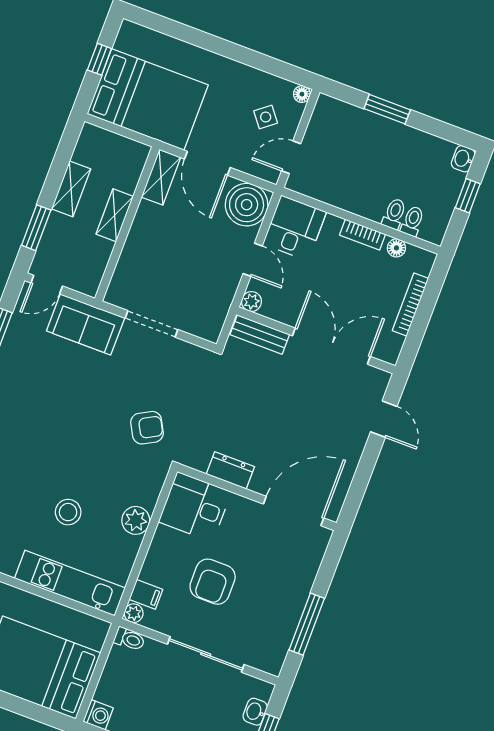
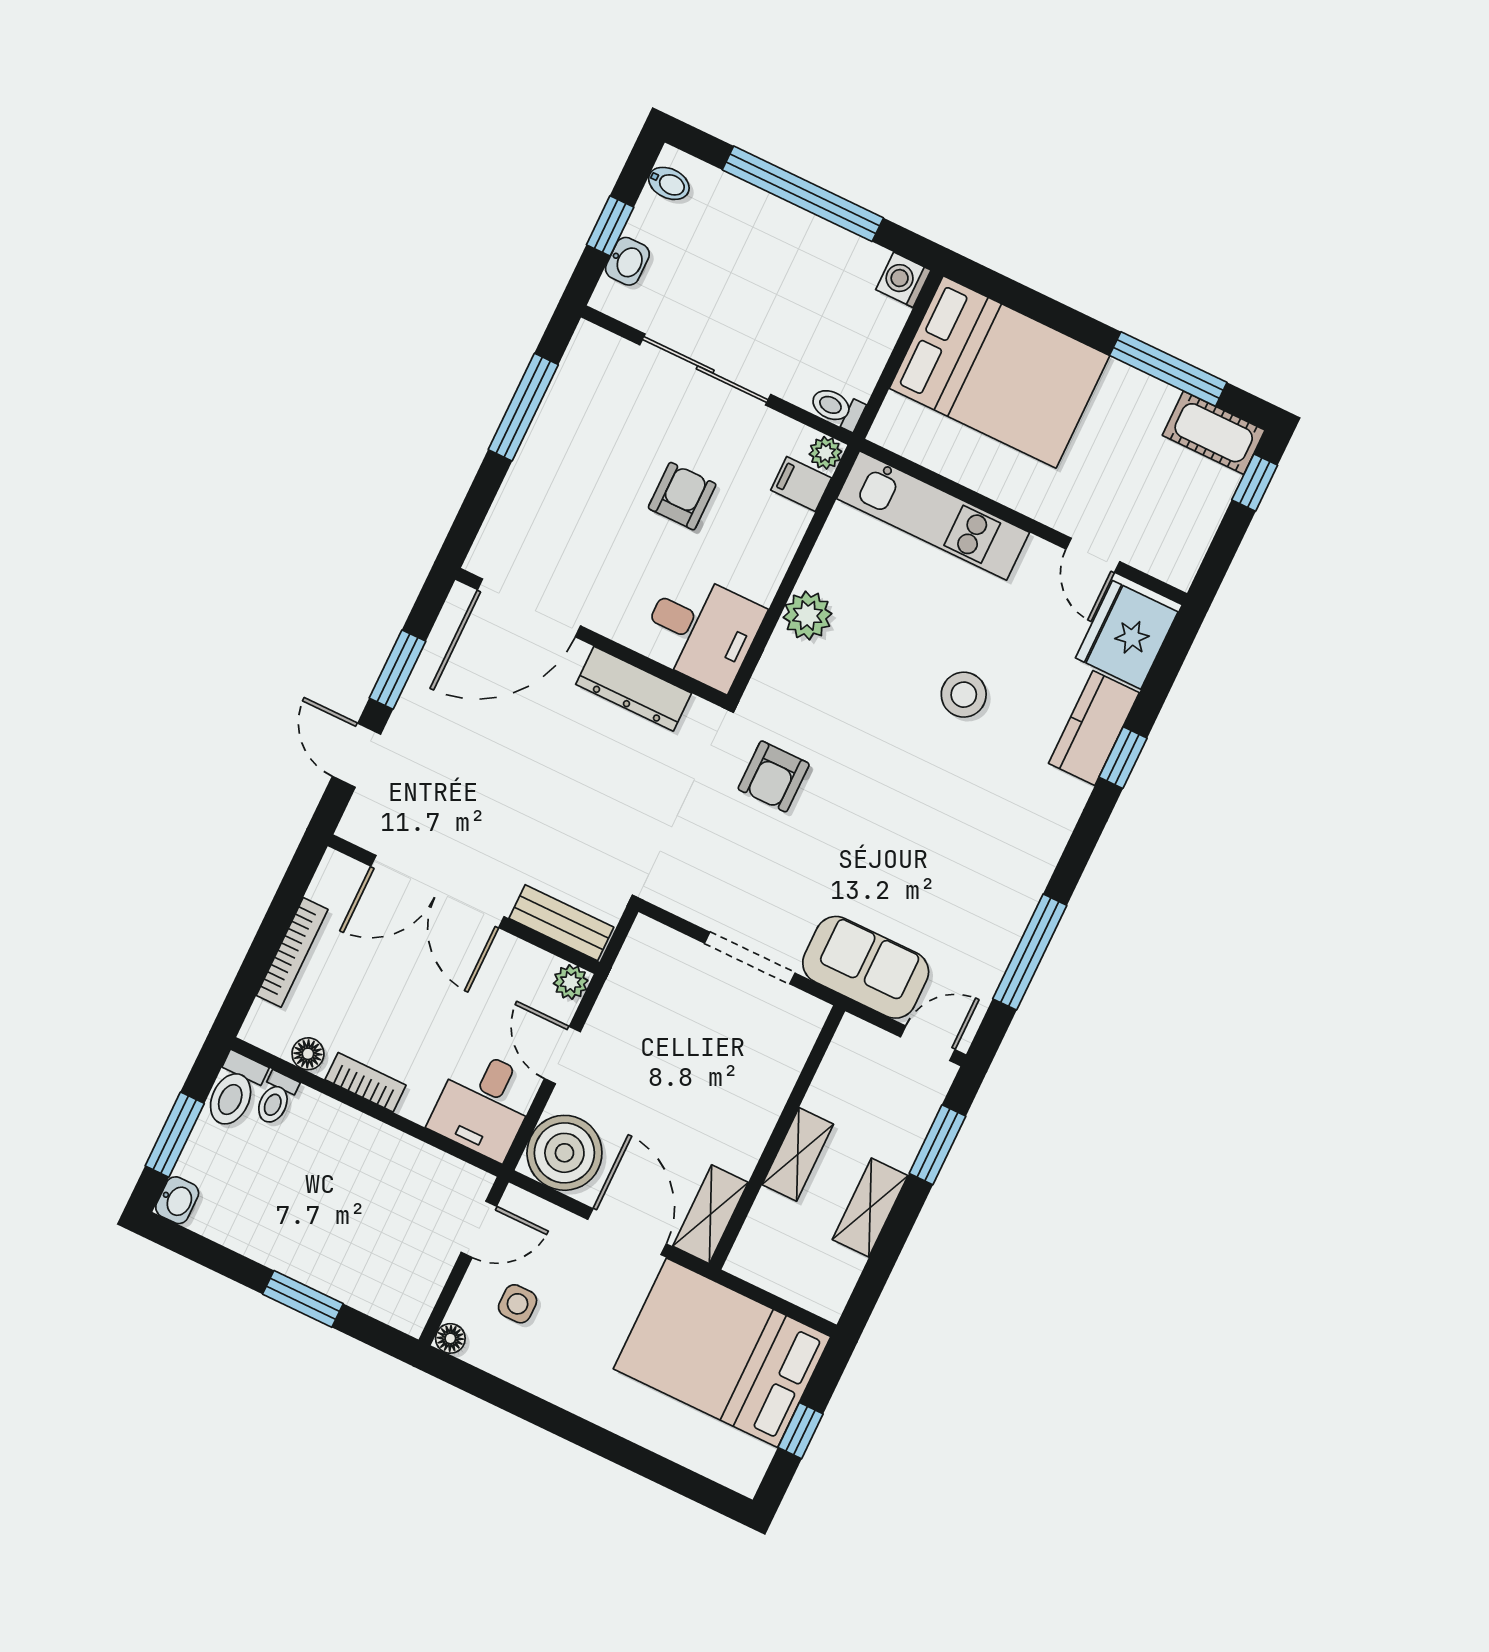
side table: (266, 117) -> (518, 1304), turned 38
window: (468, 196) -> (175, 1135), width x1.50
toilet: (394, 214) -> (235, 1091), moved, width x1.37, depth x1.39
armchair: (147, 428) -> (774, 776), turned -61
dresser: (230, 470) -> (634, 689), width x1.44
window: (365, 470) -> (398, 670), added
stool: (68, 512) -> (964, 695), moved
armchair: (213, 582) -> (682, 496), width x0.72, depth x0.72

